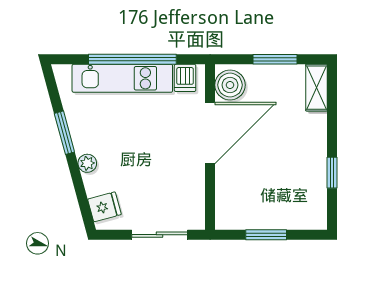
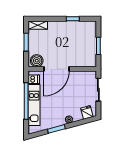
door: (210, 133) -> (57, 69), swing flipped

